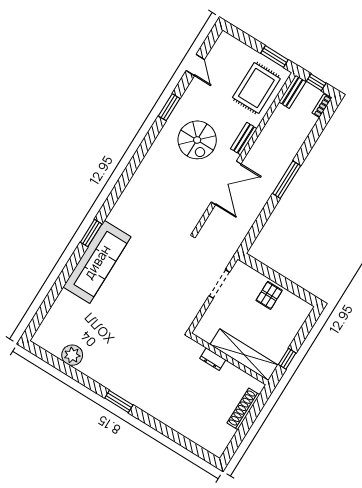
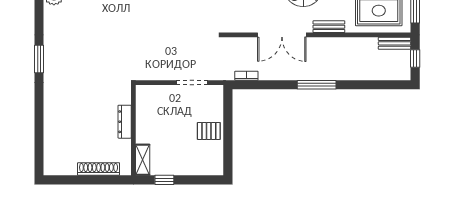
bookcase: (322, 106) -> (246, 76), moved
shelving: (244, 355) -> (143, 160), width x0.45, depth x0.75
dresser: (213, 359) -> (125, 122), width x1.44

